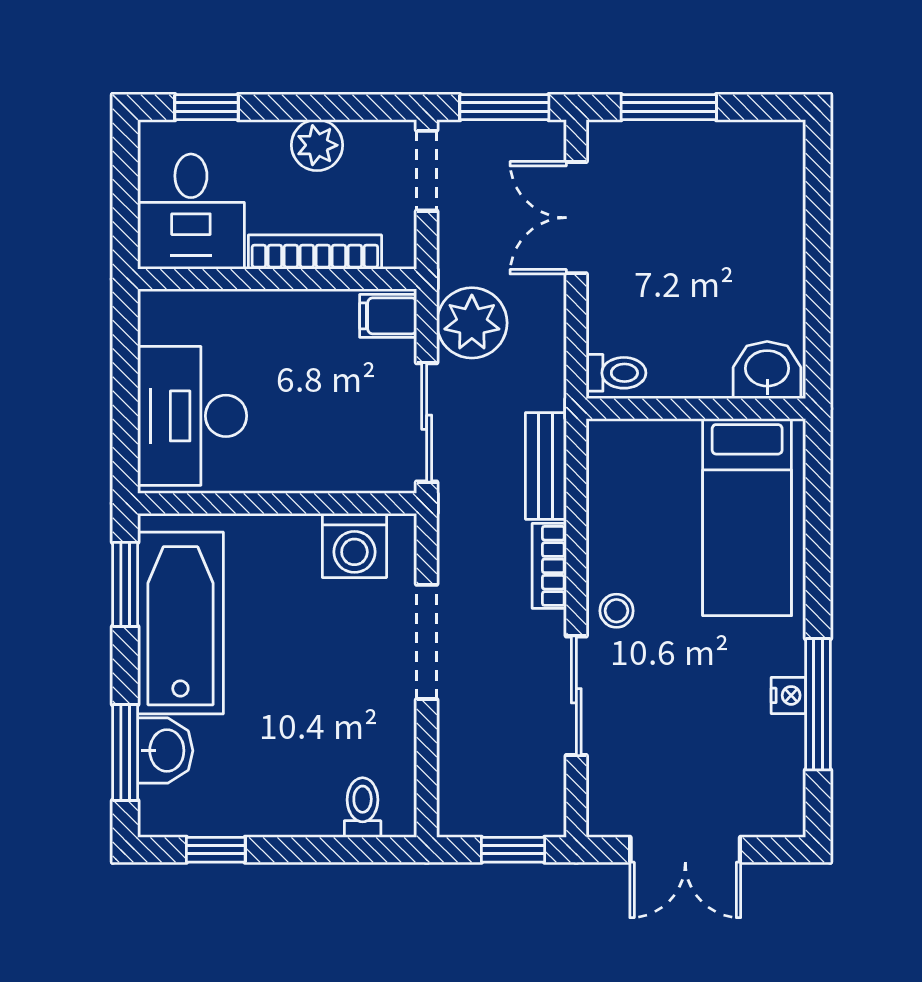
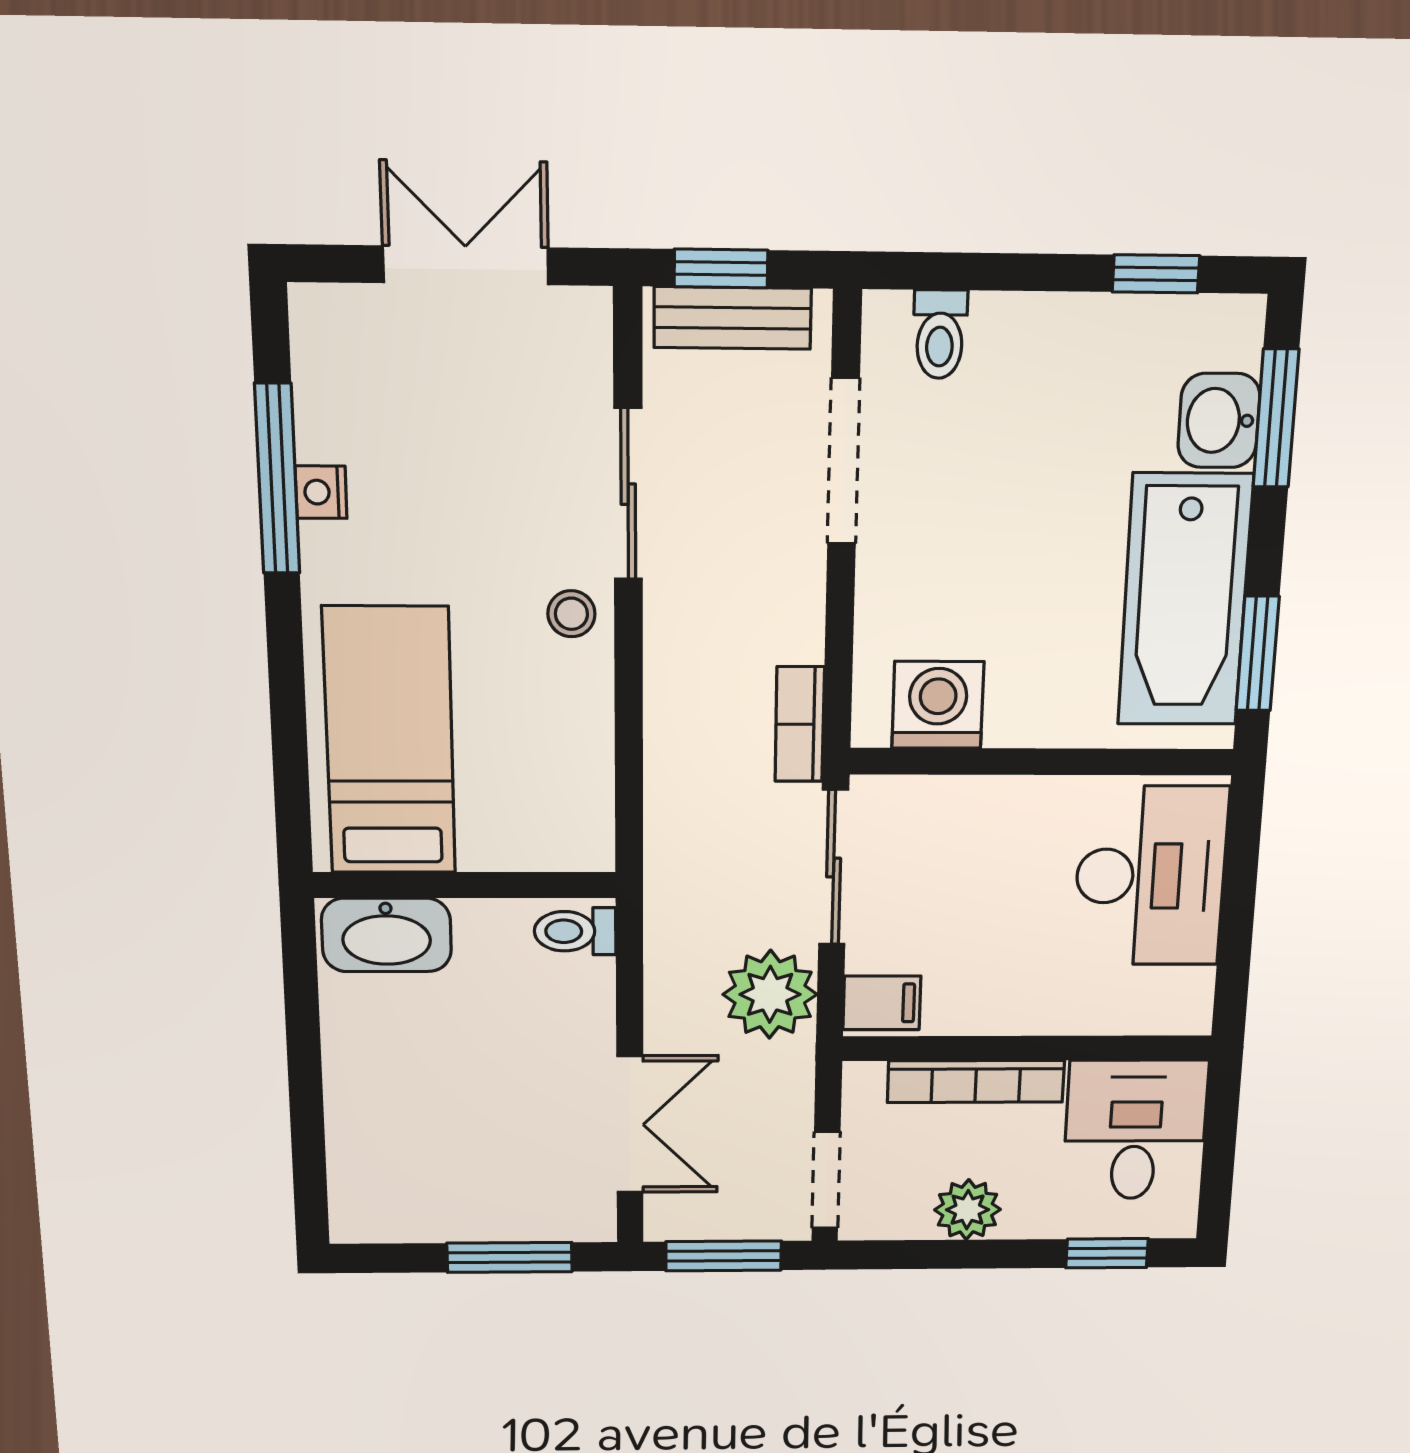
washbasin: (767, 370) -> (386, 935), width x1.38
bench: (546, 466) -> (732, 318), moved, turned 90
bookcase: (549, 566) -> (800, 724), moved, turned 180
doorway: (427, 642) -> (843, 461), moved

